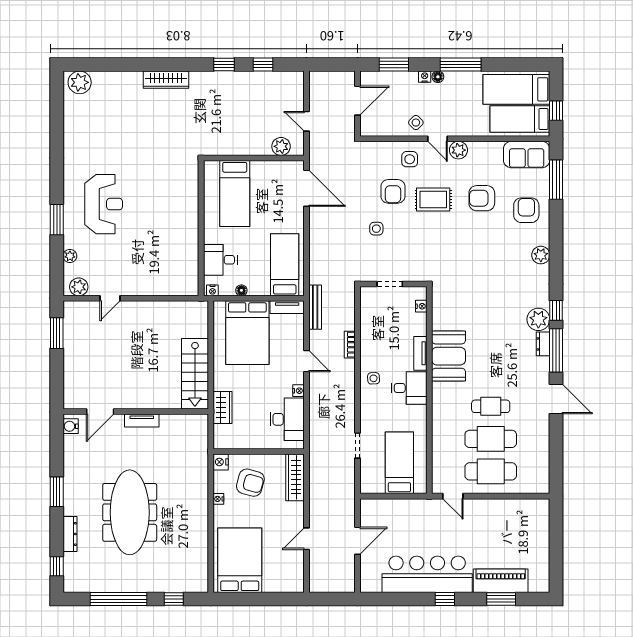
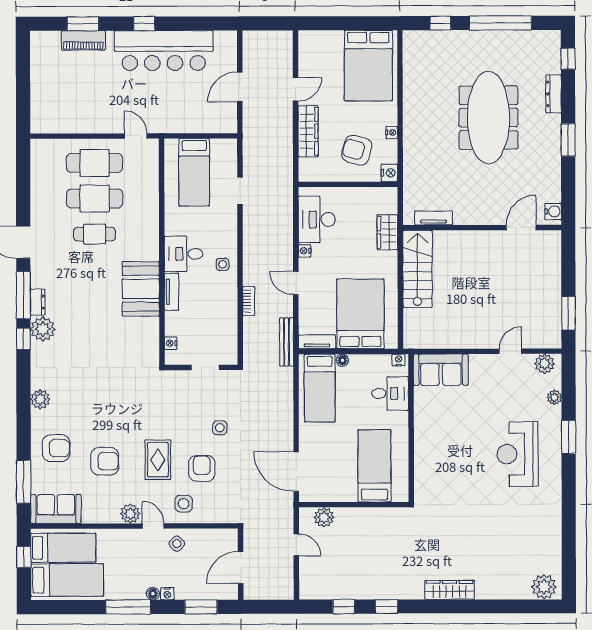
rug: (433, 199) -> (158, 460), turned 90
armchair: (526, 210) -> (56, 448), turned -90
sofa: (174, 281) -> (441, 370), added
floor lamp: (241, 290) -> (342, 360), moved
tv unit: (142, 421) -> (433, 218), moved
wardrobe: (295, 477) -> (308, 131), moved
piano: (501, 581) -> (83, 40), width x0.73, depth x0.75

